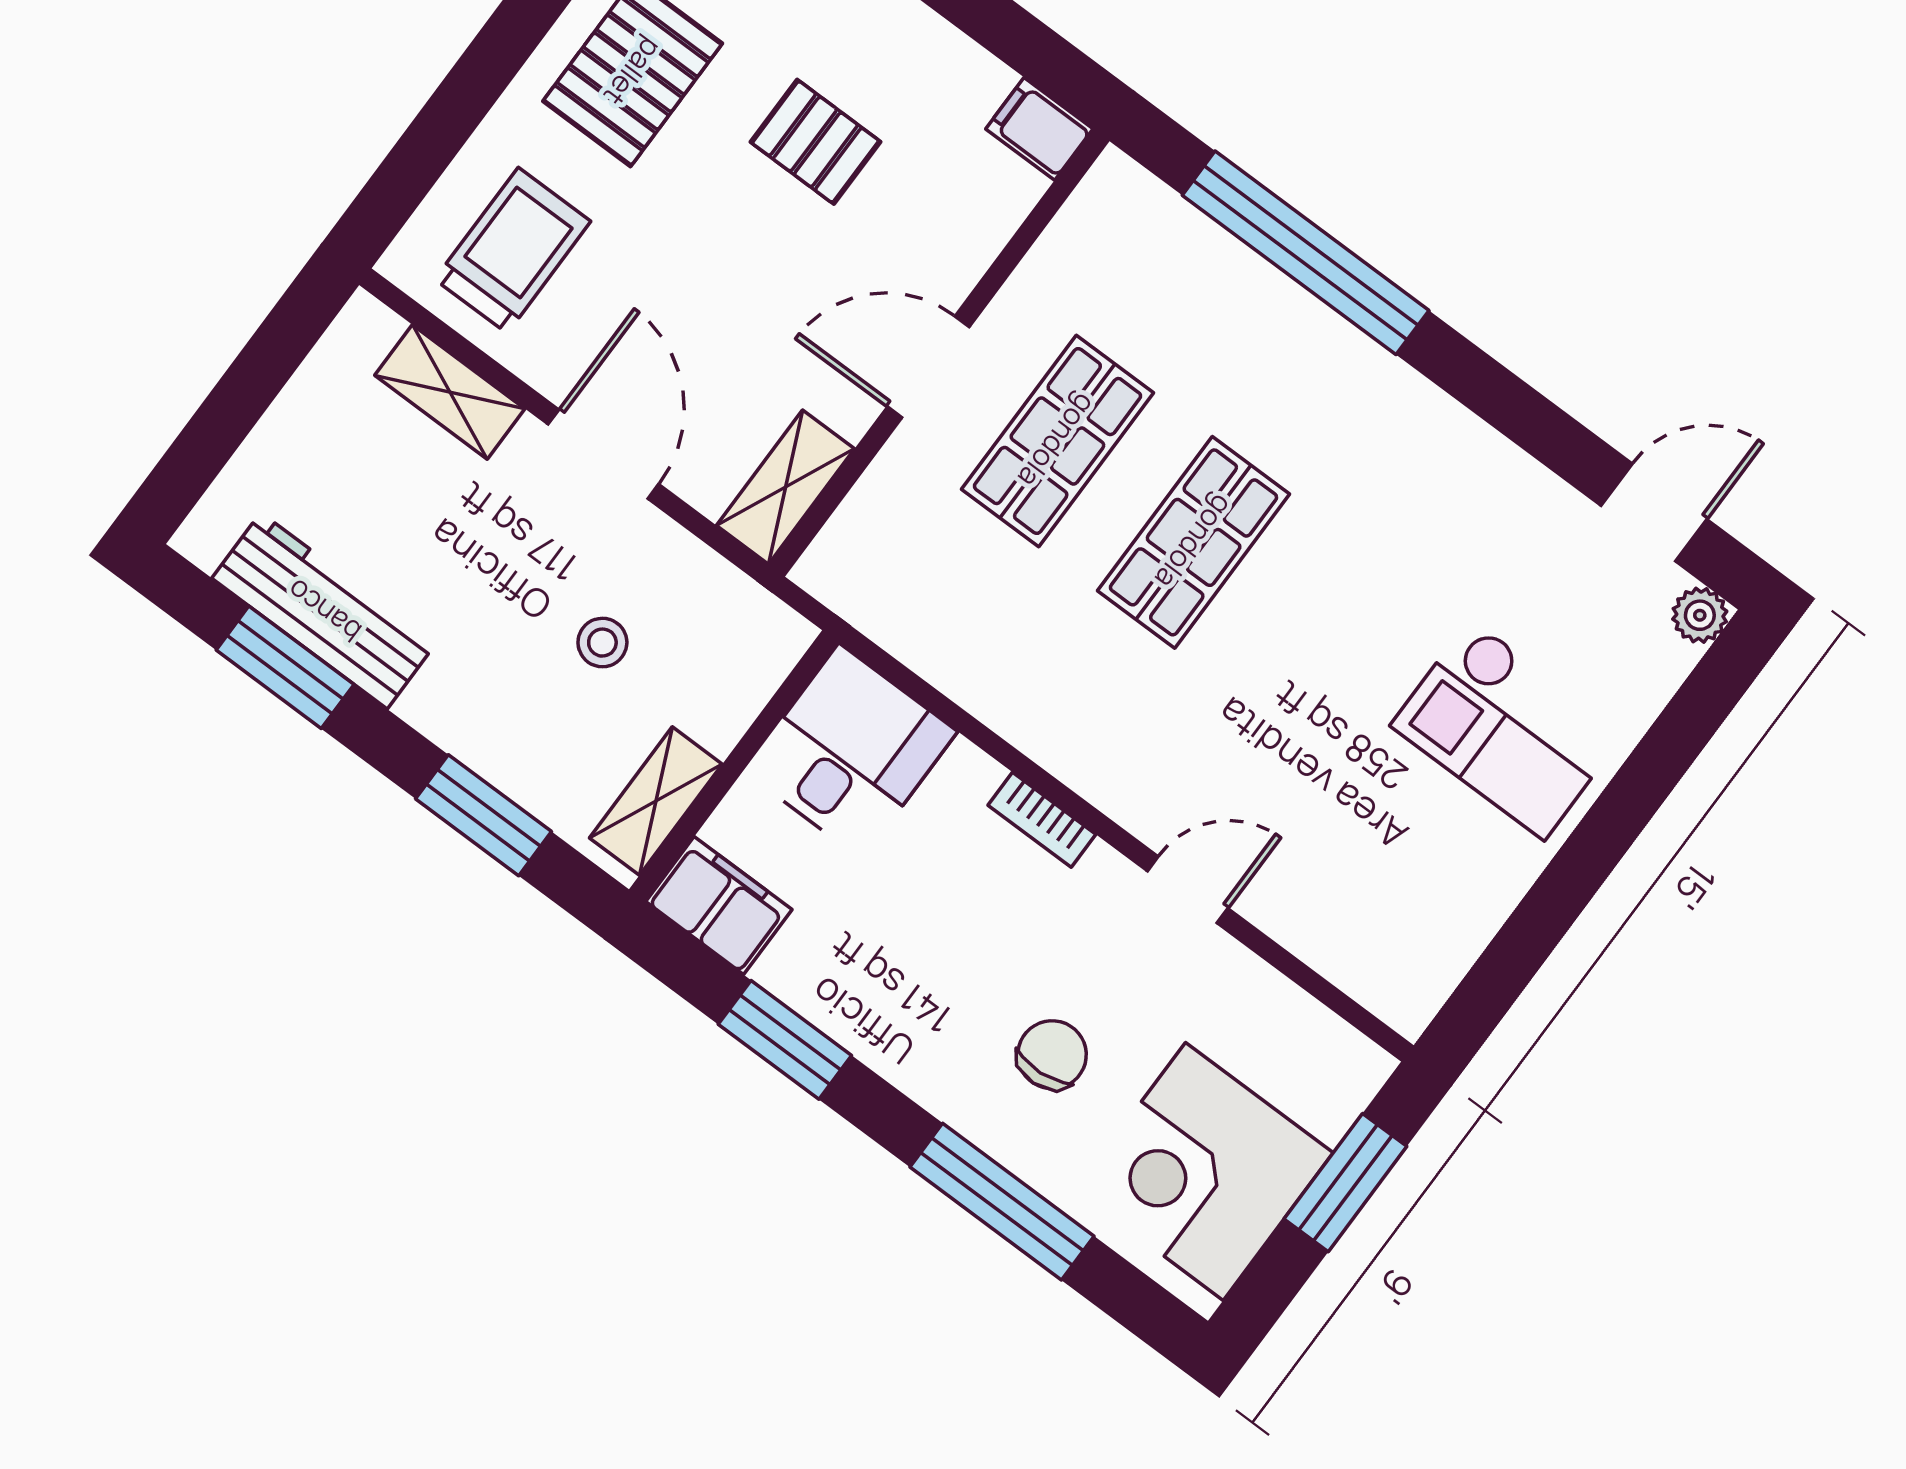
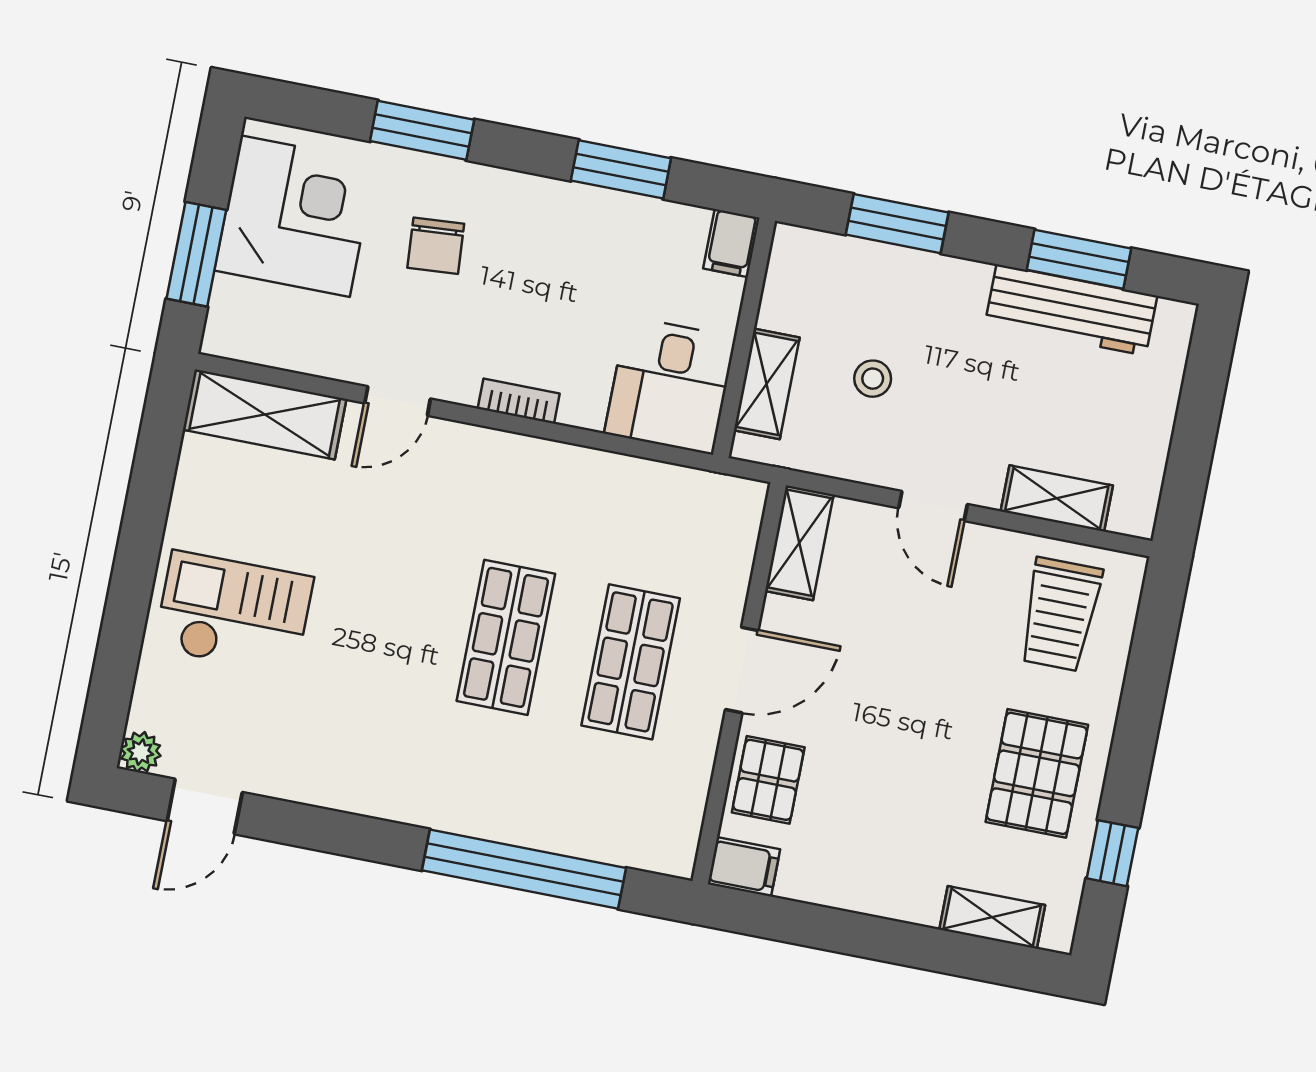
pallet: (815, 142) -> (768, 780), moved, turned 90
door: (603, 454) -> (933, 506), width x0.73
shelving: (656, 801) -> (767, 384), moved
filing cabinet: (719, 906) -> (731, 243), width x0.50
shelving: (1355, 950) -> (265, 414), added
window: (1002, 1202) -> (422, 130), width x0.69

